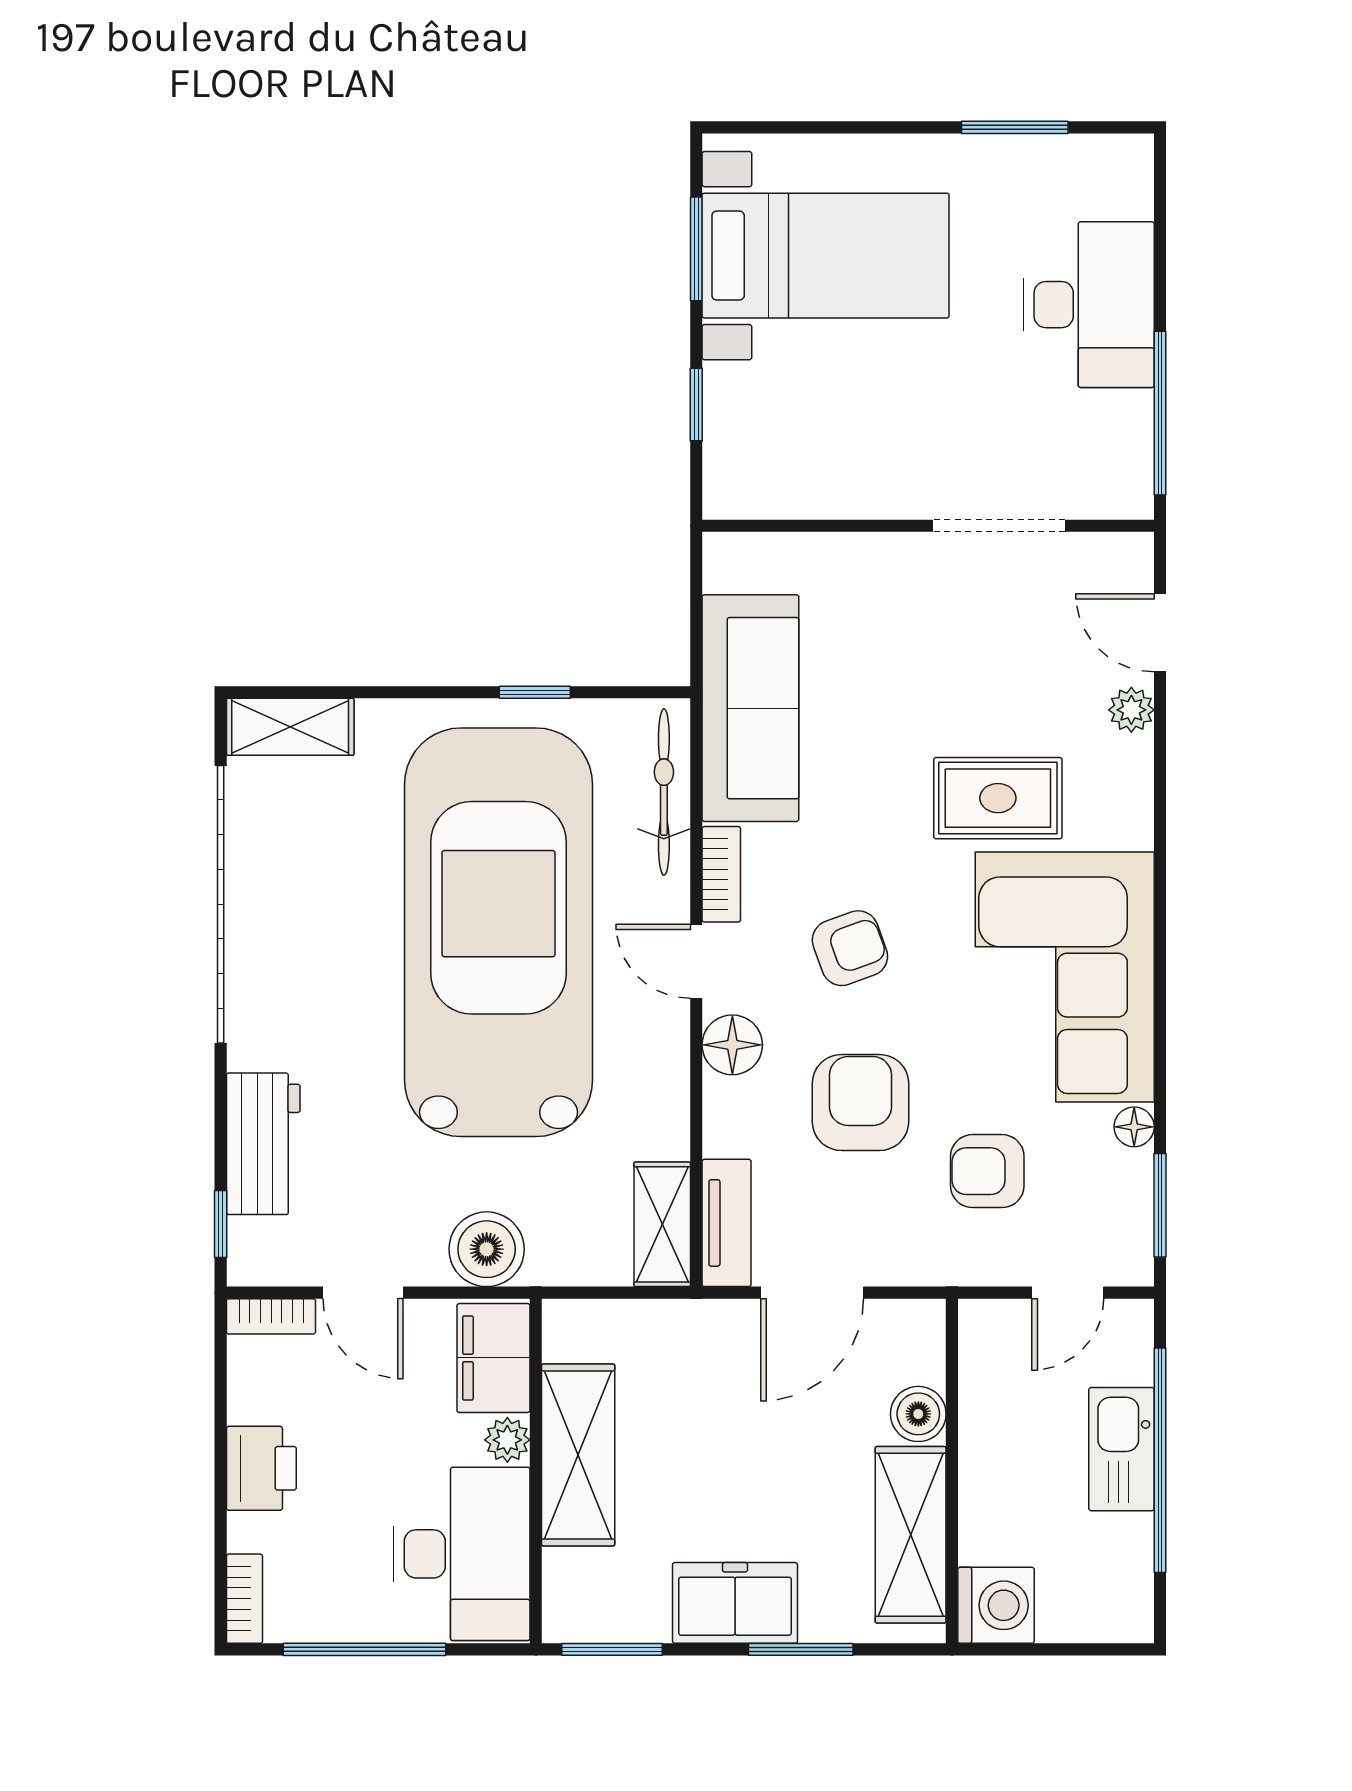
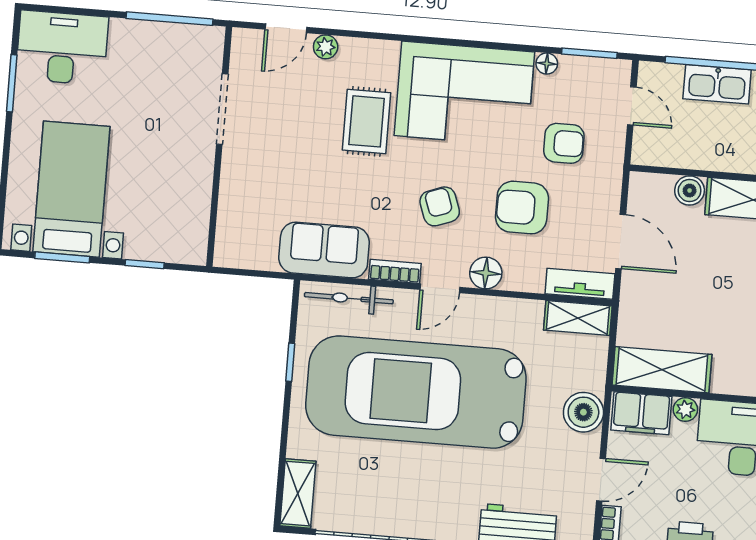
desk: (1089, 305) -> (62, 48), moved
sofa: (750, 708) -> (324, 250), width x0.73
armchair: (987, 1171) -> (564, 143), turned -90
shelving: (578, 1455) -> (662, 370), moved

